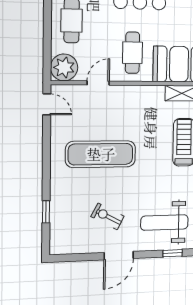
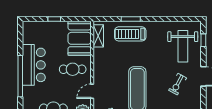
door: (98, 83) -> (92, 91), hinge flipped

